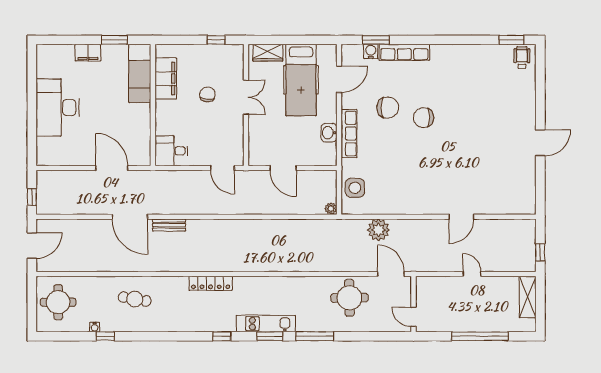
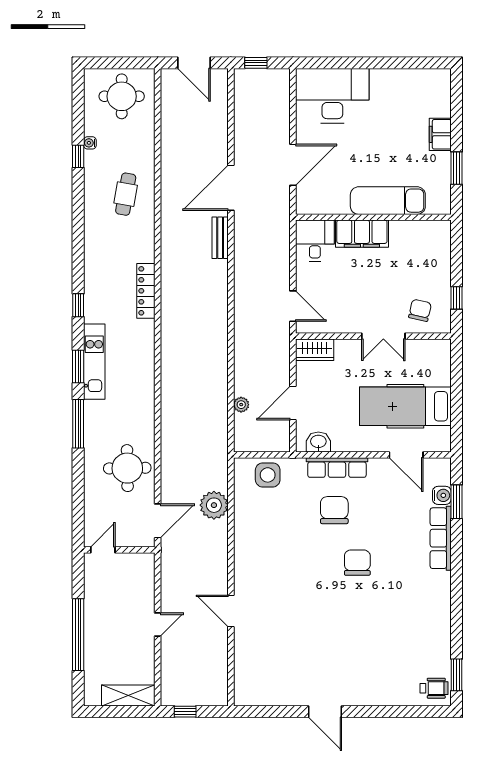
wardrobe: (268, 53) -> (315, 350), moved, turned -90
exam couch: (140, 73) -> (388, 201), moved
filing cabinet: (166, 79) -> (362, 234), moved
chair: (207, 94) -> (420, 310), moved, turned -84
desk: (58, 108) -> (332, 96), moved
chair: (388, 108) -> (334, 510), moved, turned 180
washbasin: (329, 133) -> (318, 442), moved
door: (222, 168) -> (293, 306), swing flipped
door: (283, 168) -> (293, 403), moved
plant: (331, 209) -> (241, 405), moved

